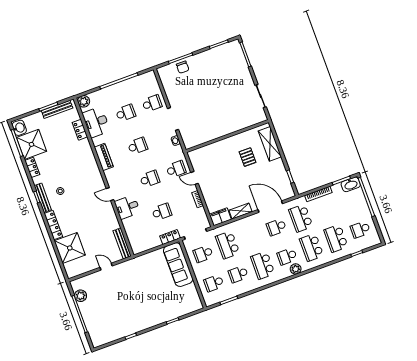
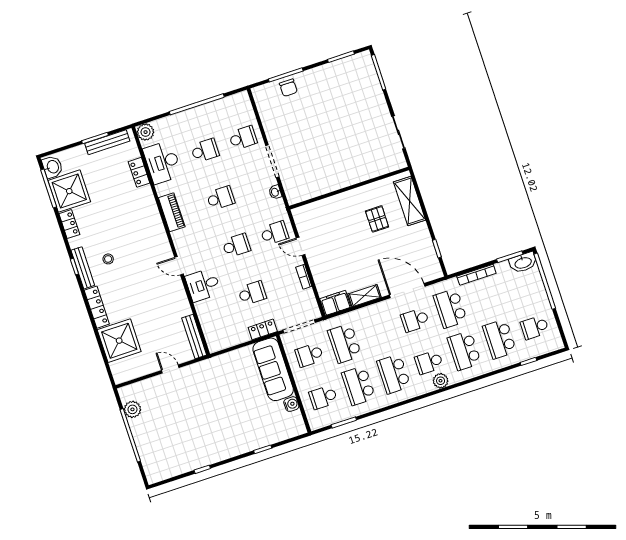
school desk: (238, 274) -> (359, 386), width x1.85
water cooler: (192, 289) -> (291, 404), added

